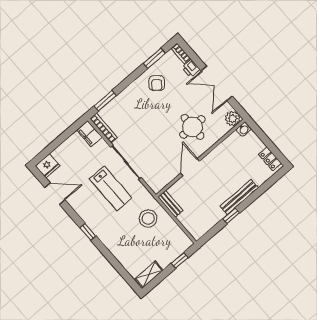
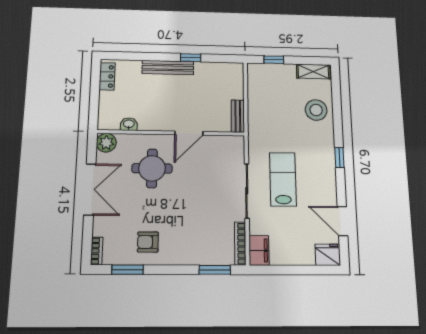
printer: (191, 68) -> (101, 227), removed
armchair: (157, 83) -> (148, 242), turned -130
washbasin: (244, 129) -> (129, 124), moved
stool: (148, 218) -> (316, 110), moved

